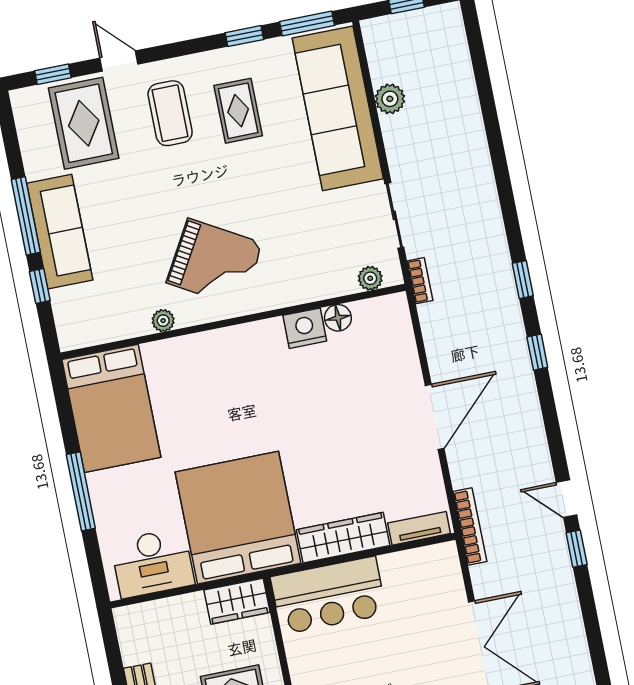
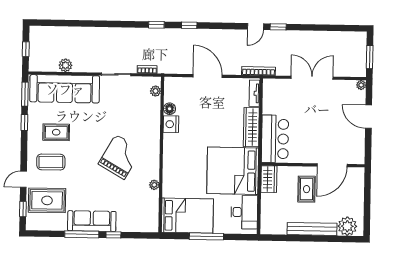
plant: (370, 278) -> (155, 91), moved
floor lamp: (338, 318) -> (170, 109), moved
plant: (163, 321) -> (154, 185), moved
wall: (233, 322) -> (161, 155), moved
nightstand: (305, 328) -> (171, 124), moved
bed: (111, 408) -> (187, 216), moved

